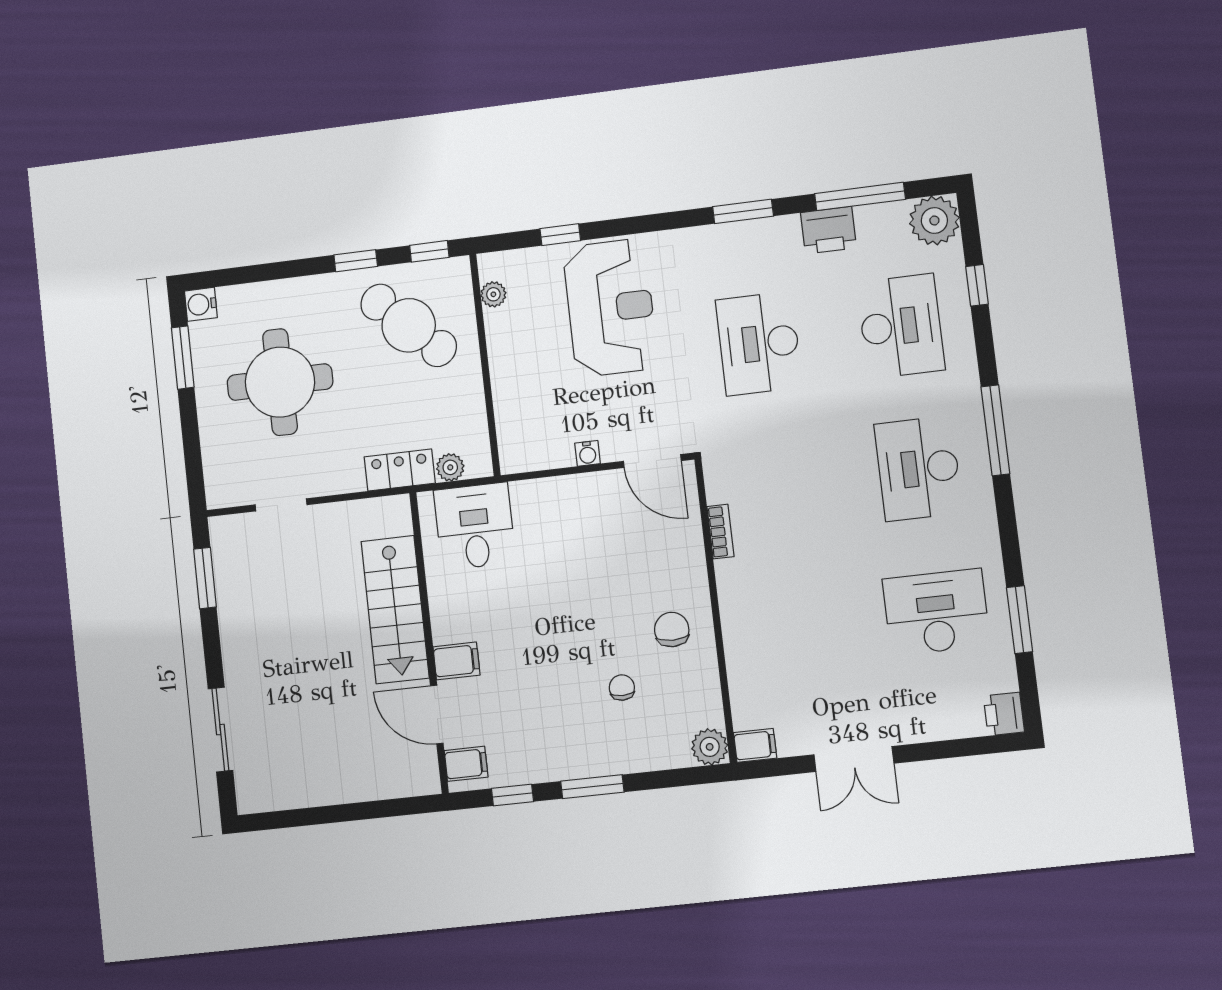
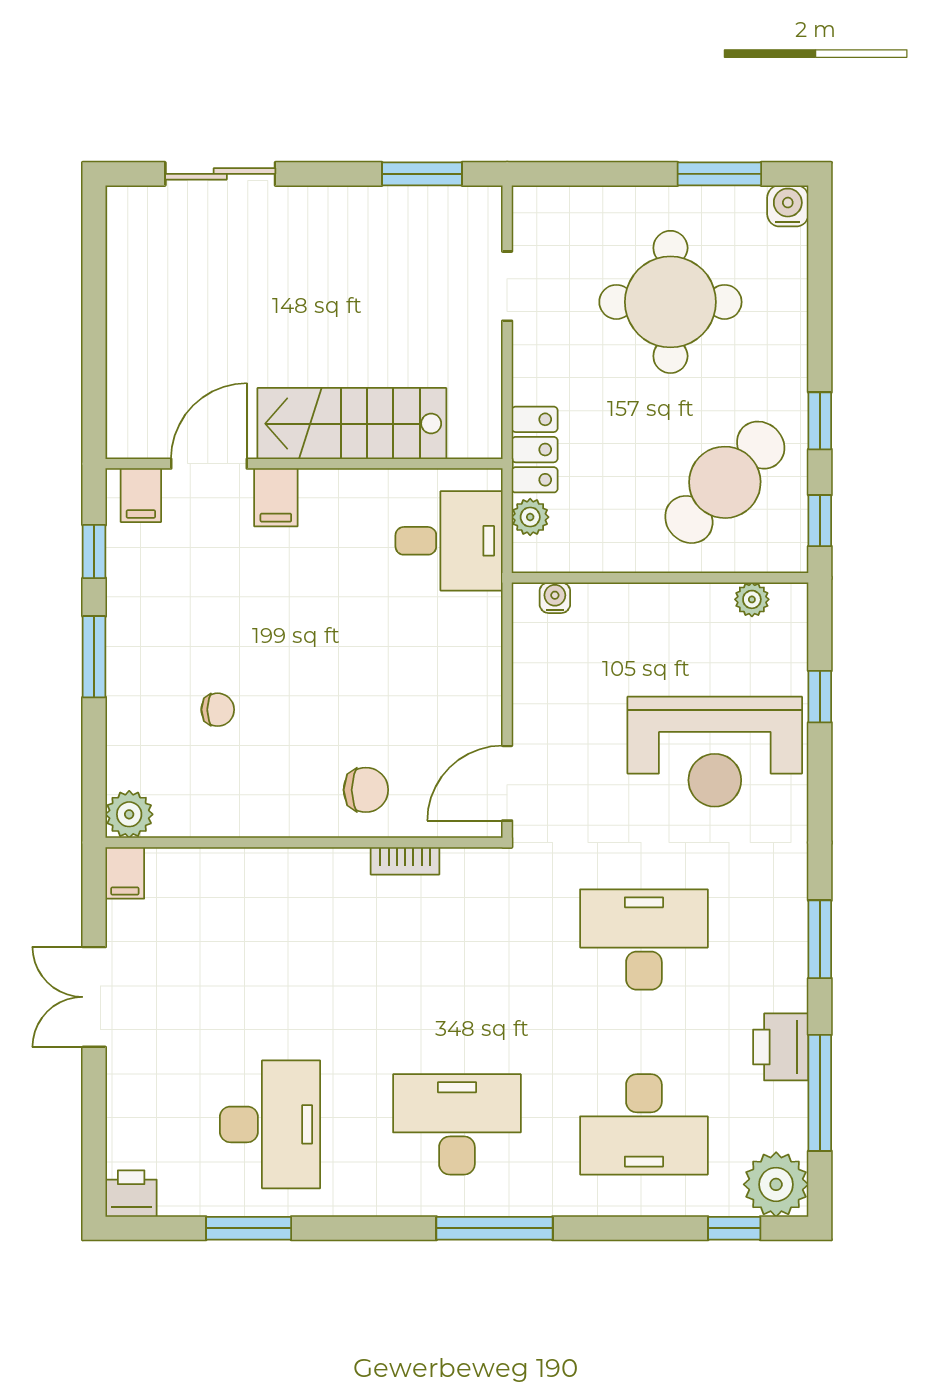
window: (977, 285) -> (734, 1228), moved
water cooler: (588, 453) -> (555, 598), moved, turned 90
chair: (672, 630) -> (366, 790), moved

